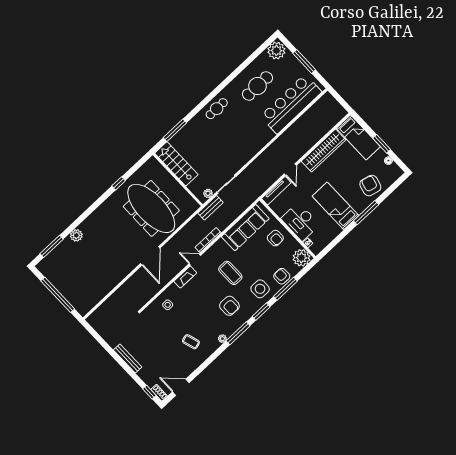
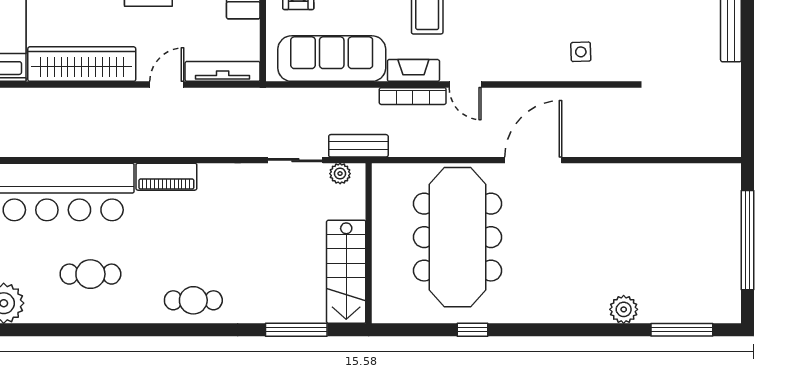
cafe table: (257, 86) -> (90, 274), width x0.73, depth x0.74
piano: (263, 140) -> (166, 177), added
fireplace: (185, 277) -> (413, 70), moved

